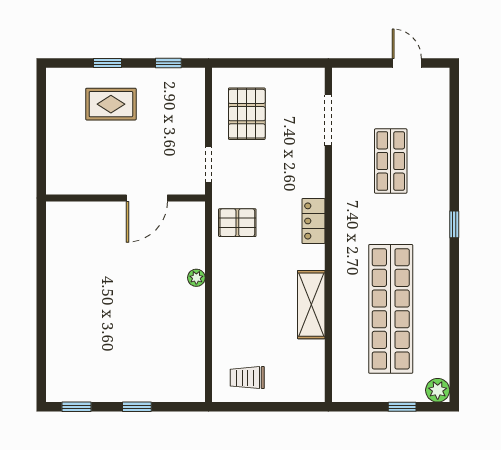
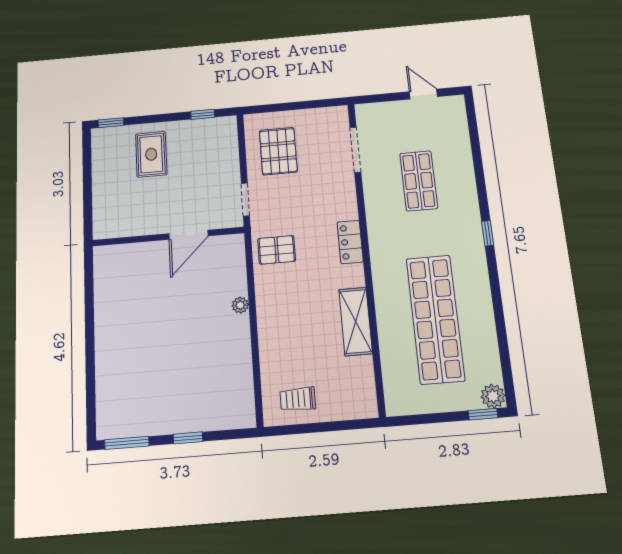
window: (108, 63) -> (111, 123), moved
rug: (111, 104) -> (151, 154), turned 90
window: (76, 407) -> (127, 443), width x1.50
window: (402, 407) -> (483, 414), moved

